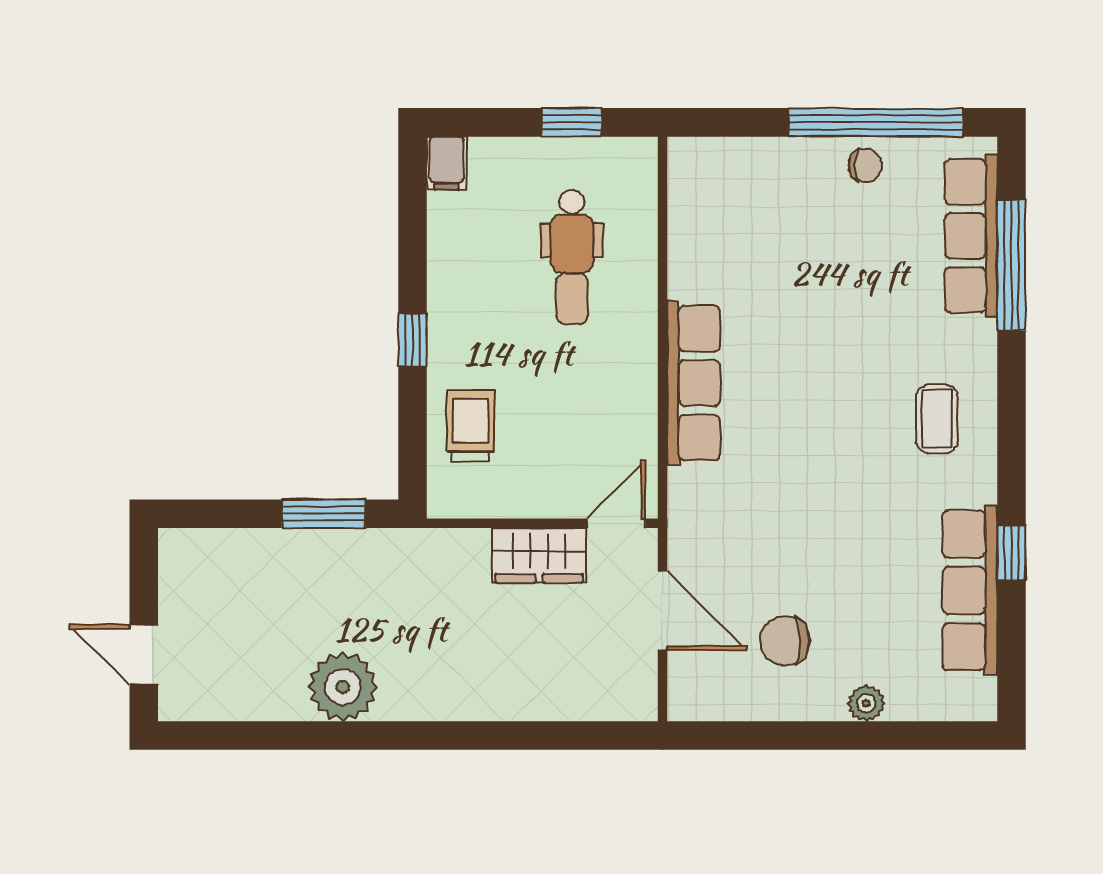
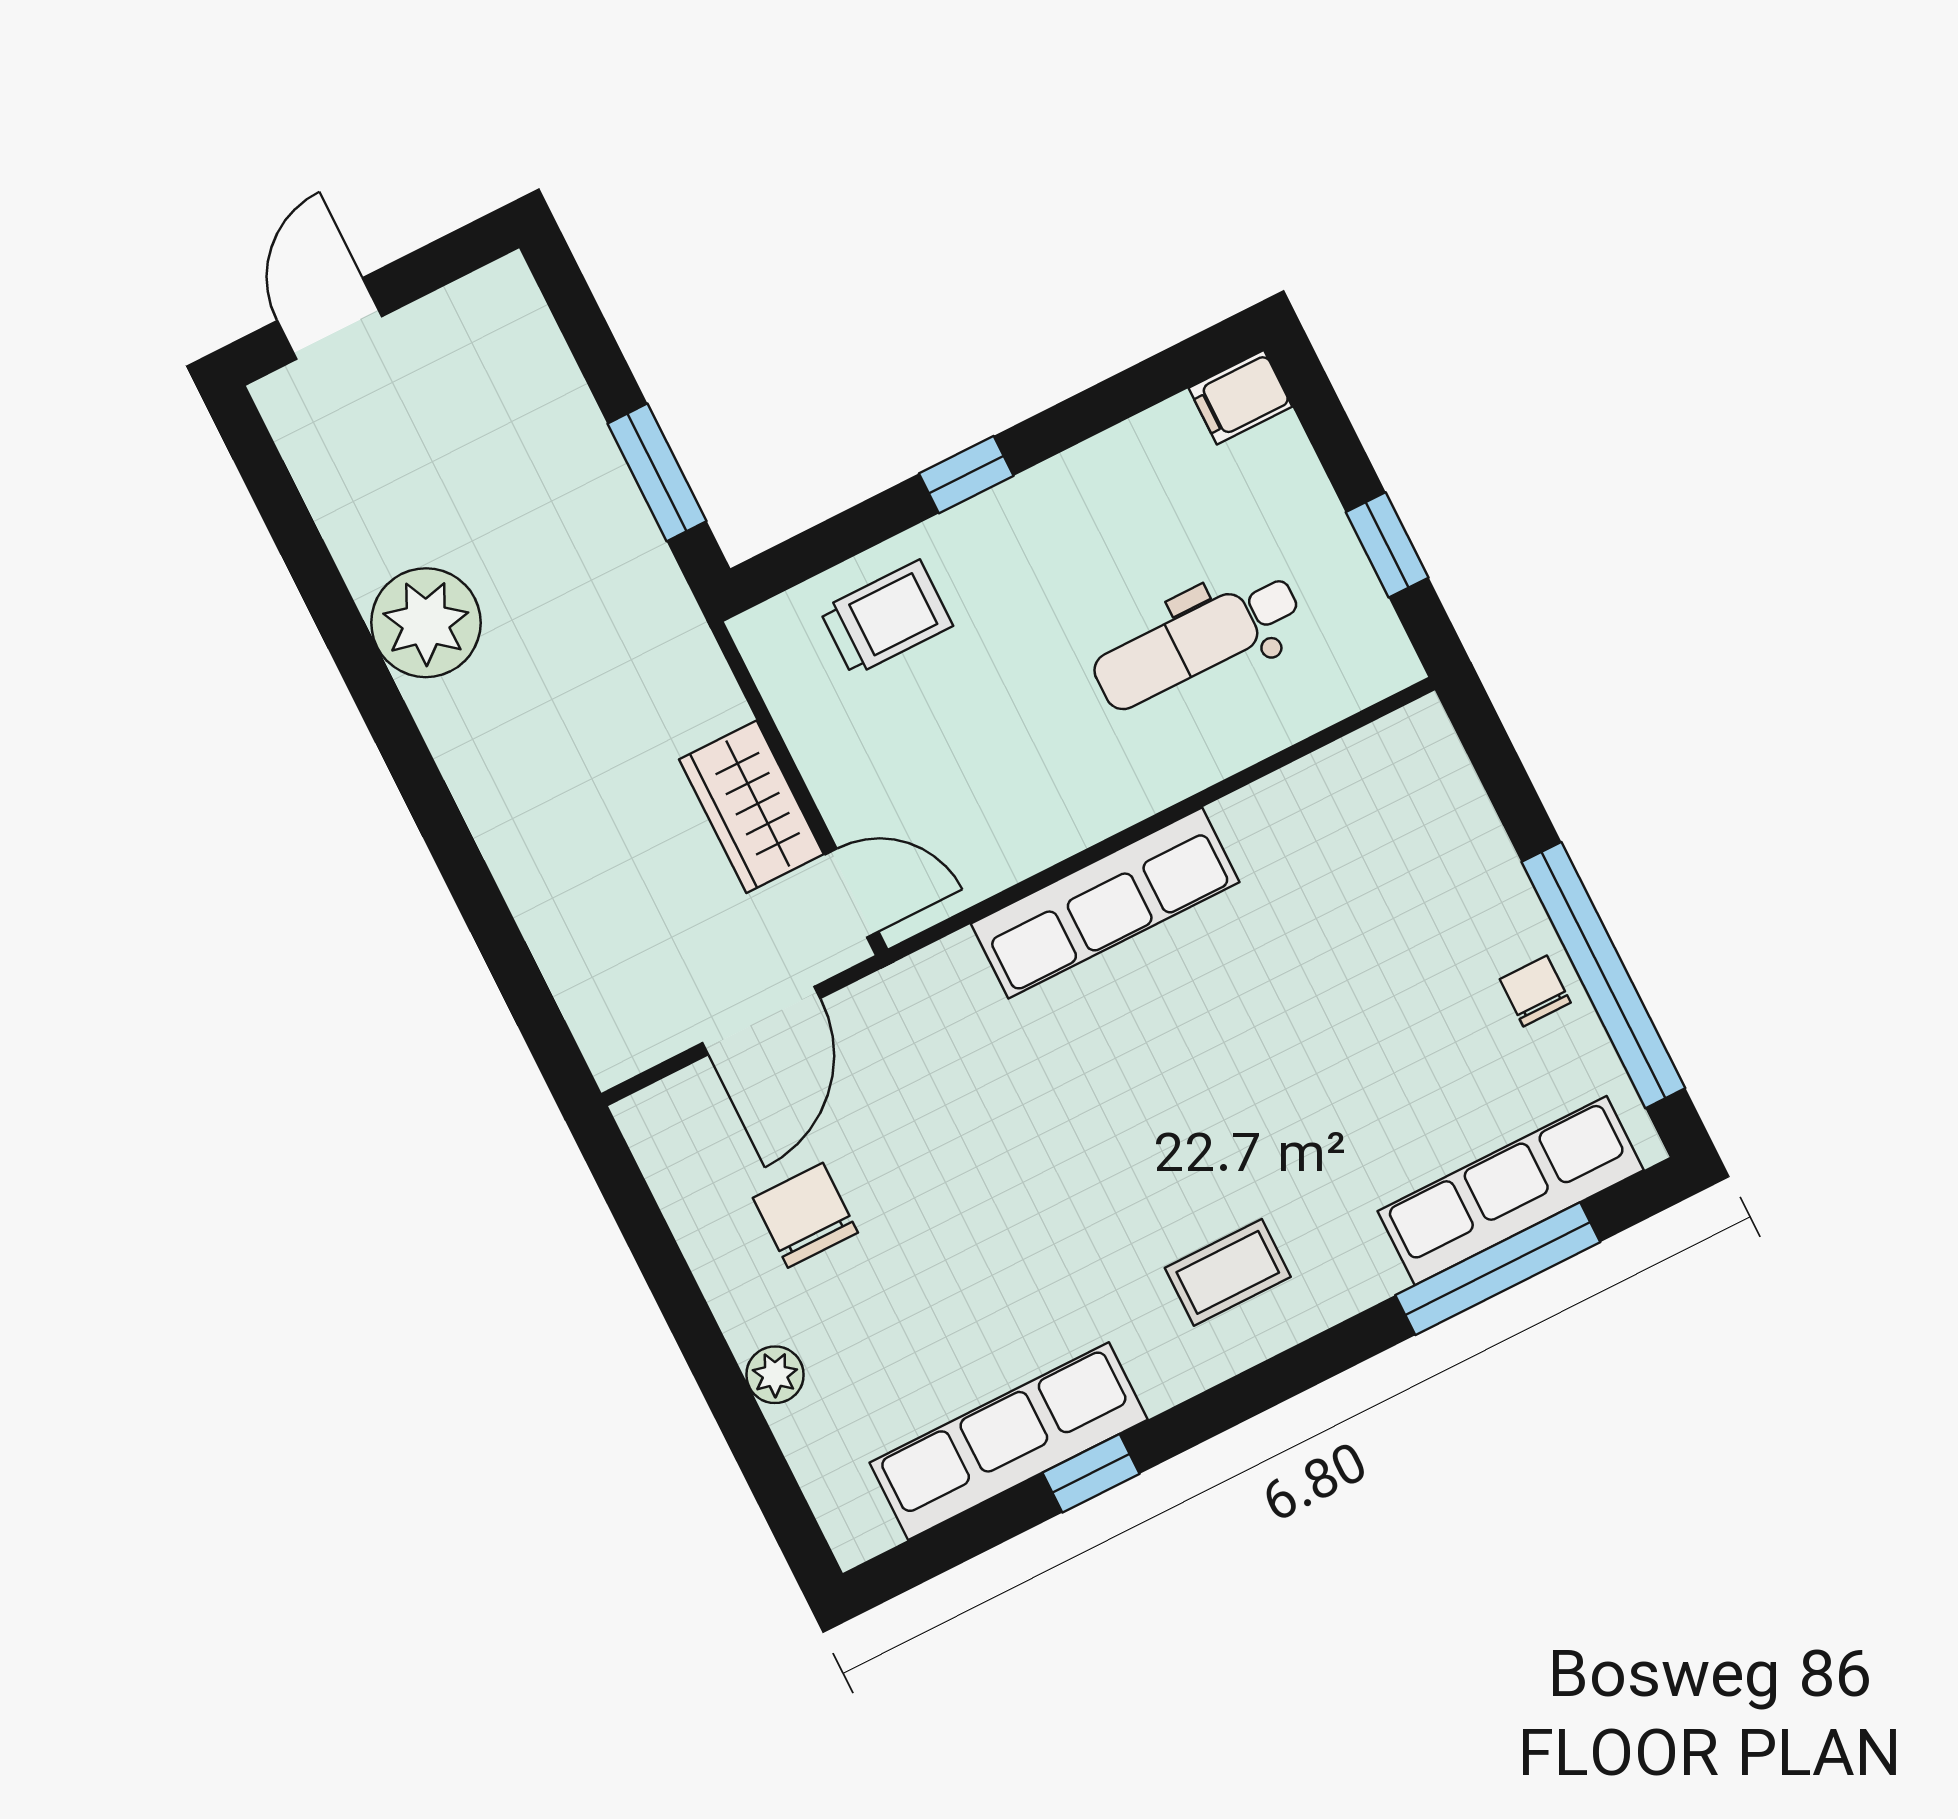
chair: (865, 165) -> (1535, 991), turned 180

